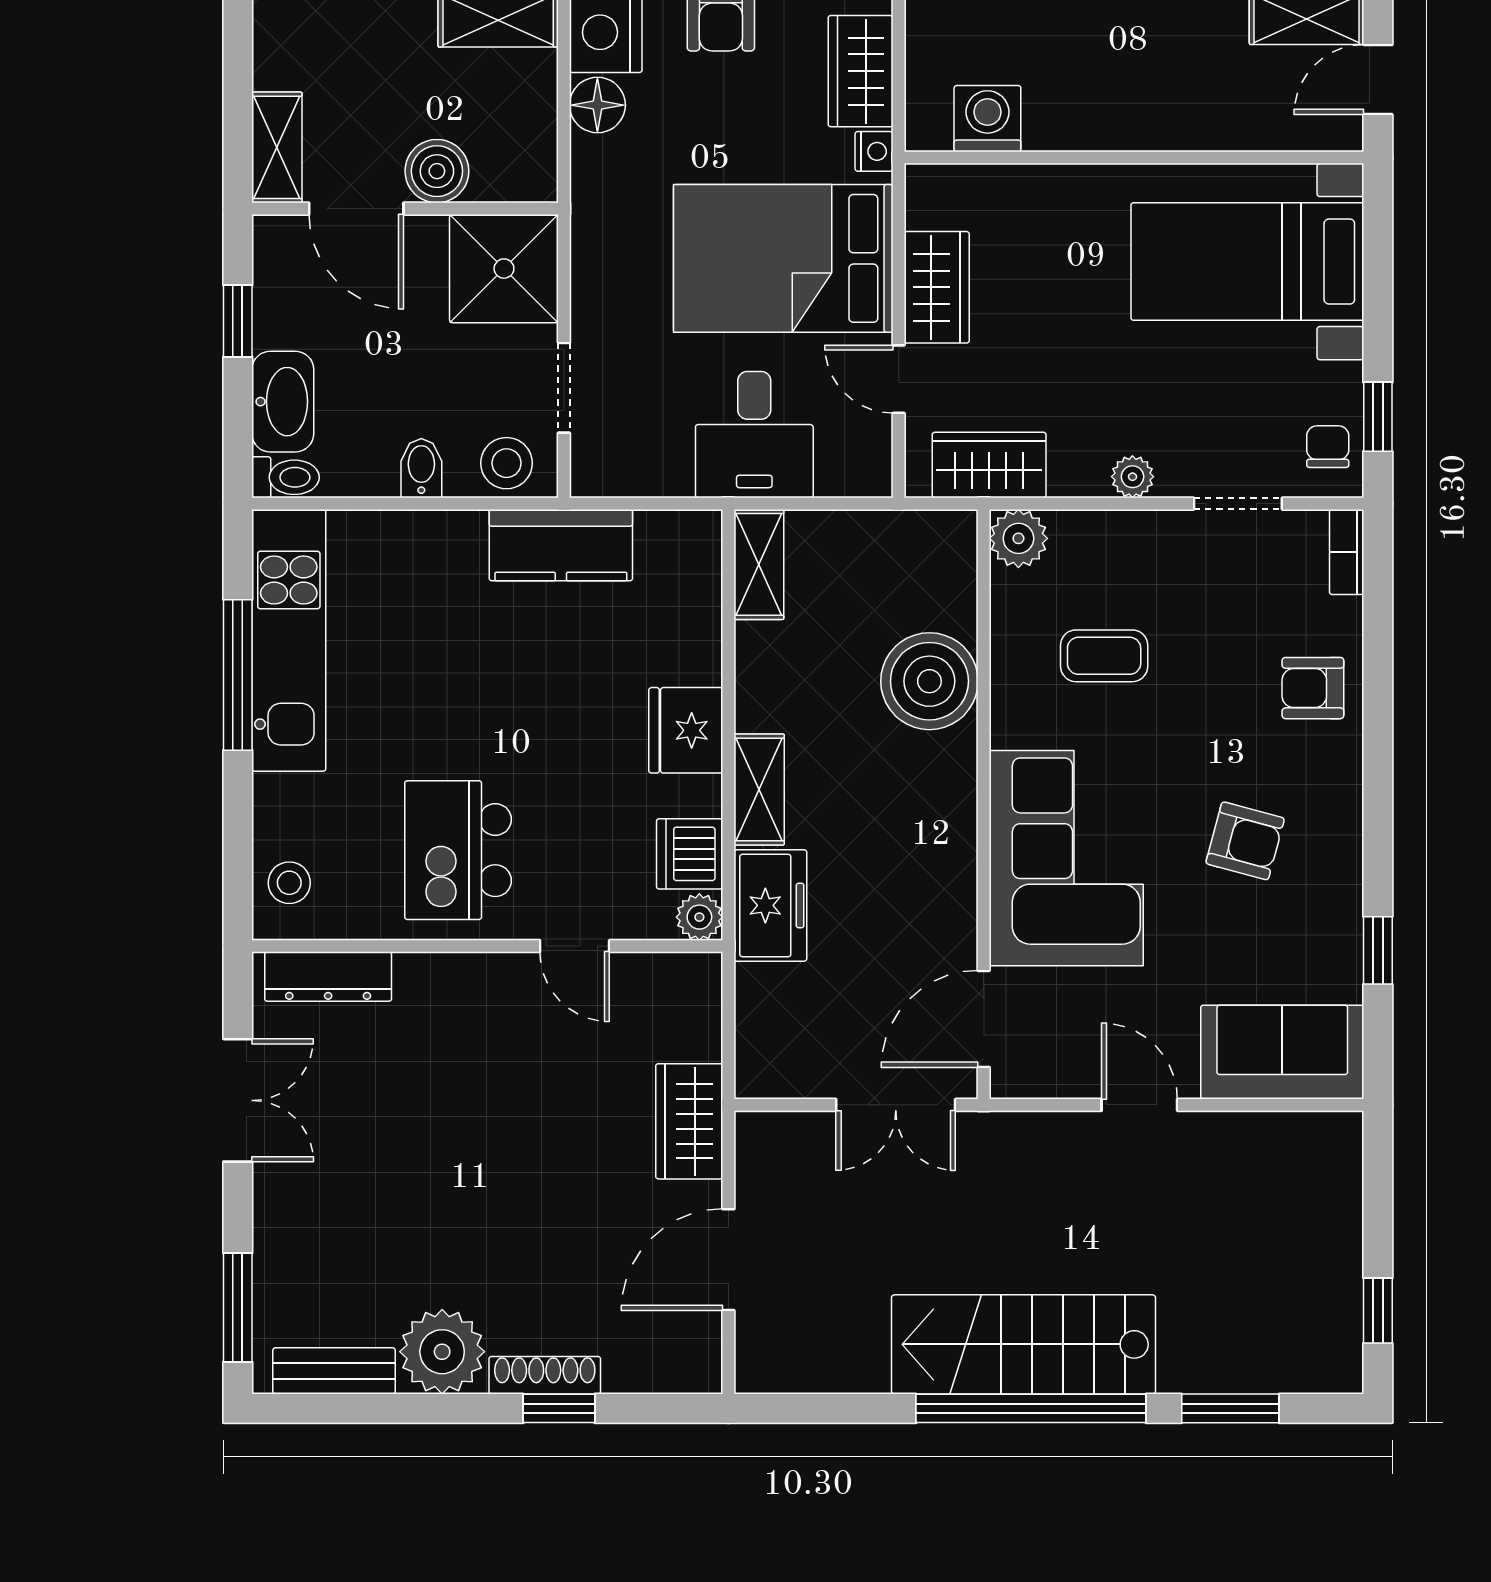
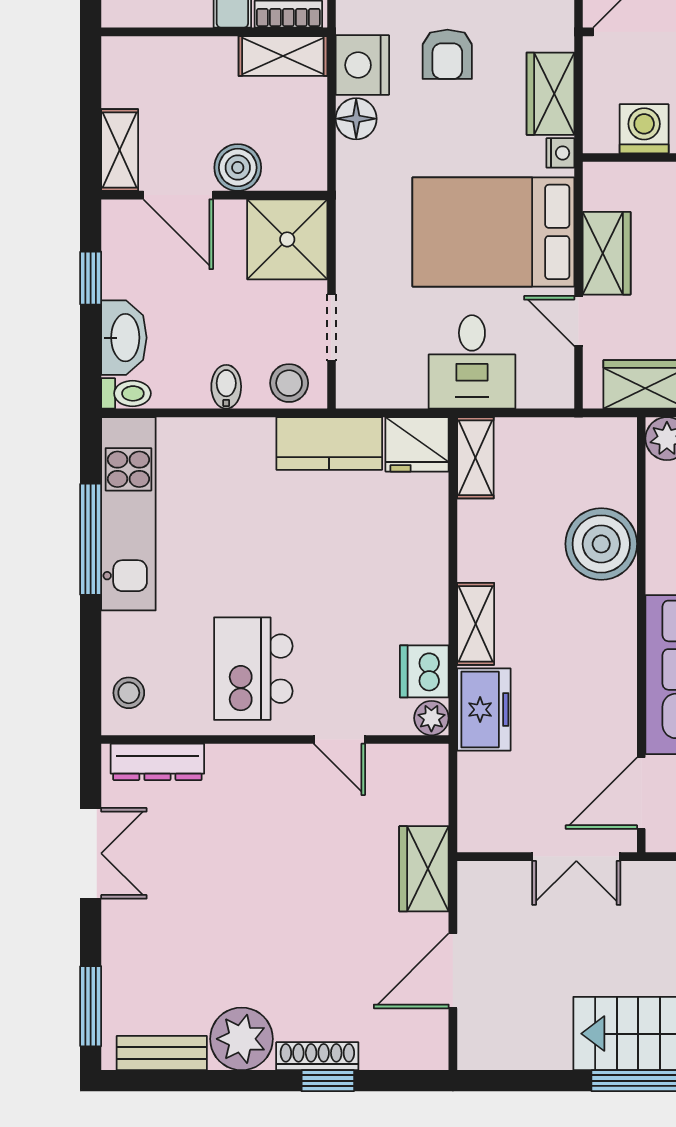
fridge: (686, 730) -> (417, 444), moved, turned -90

